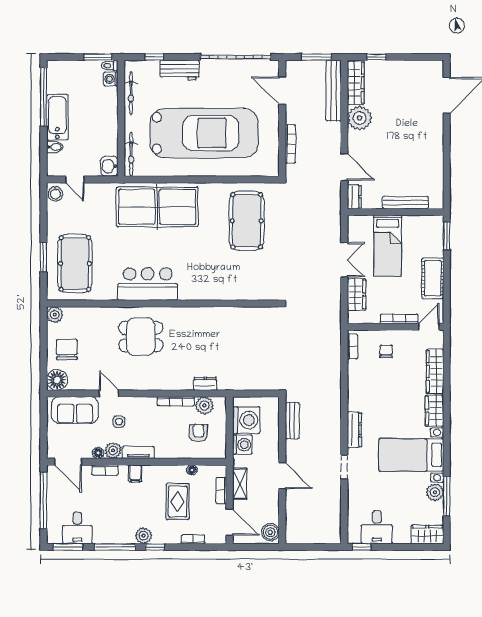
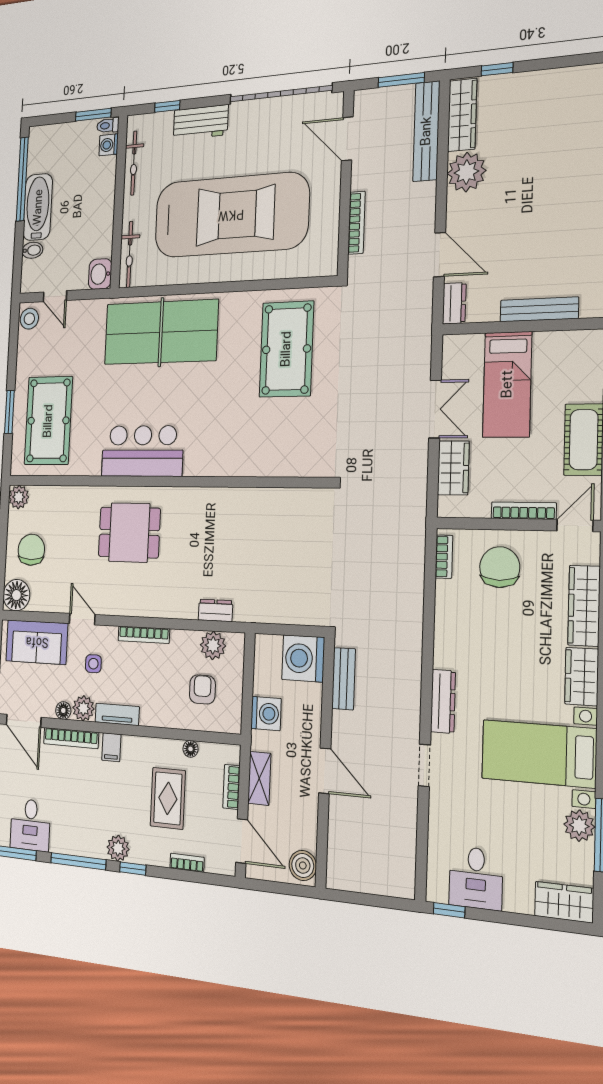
chair: (386, 351) -> (500, 567), width x1.87, depth x1.87
bookcase: (176, 401) -> (144, 635), moved
washing machine: (246, 420) -> (303, 658), moved, turned 180
bookcase: (105, 470) -> (71, 738), width x1.56

